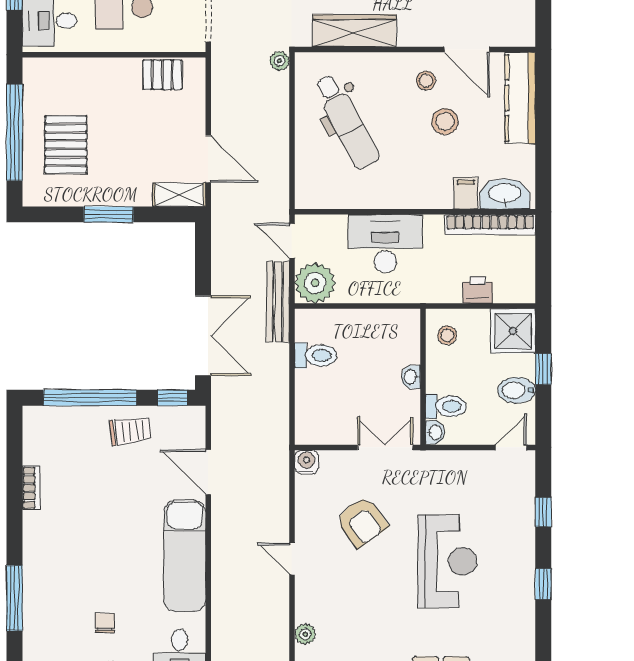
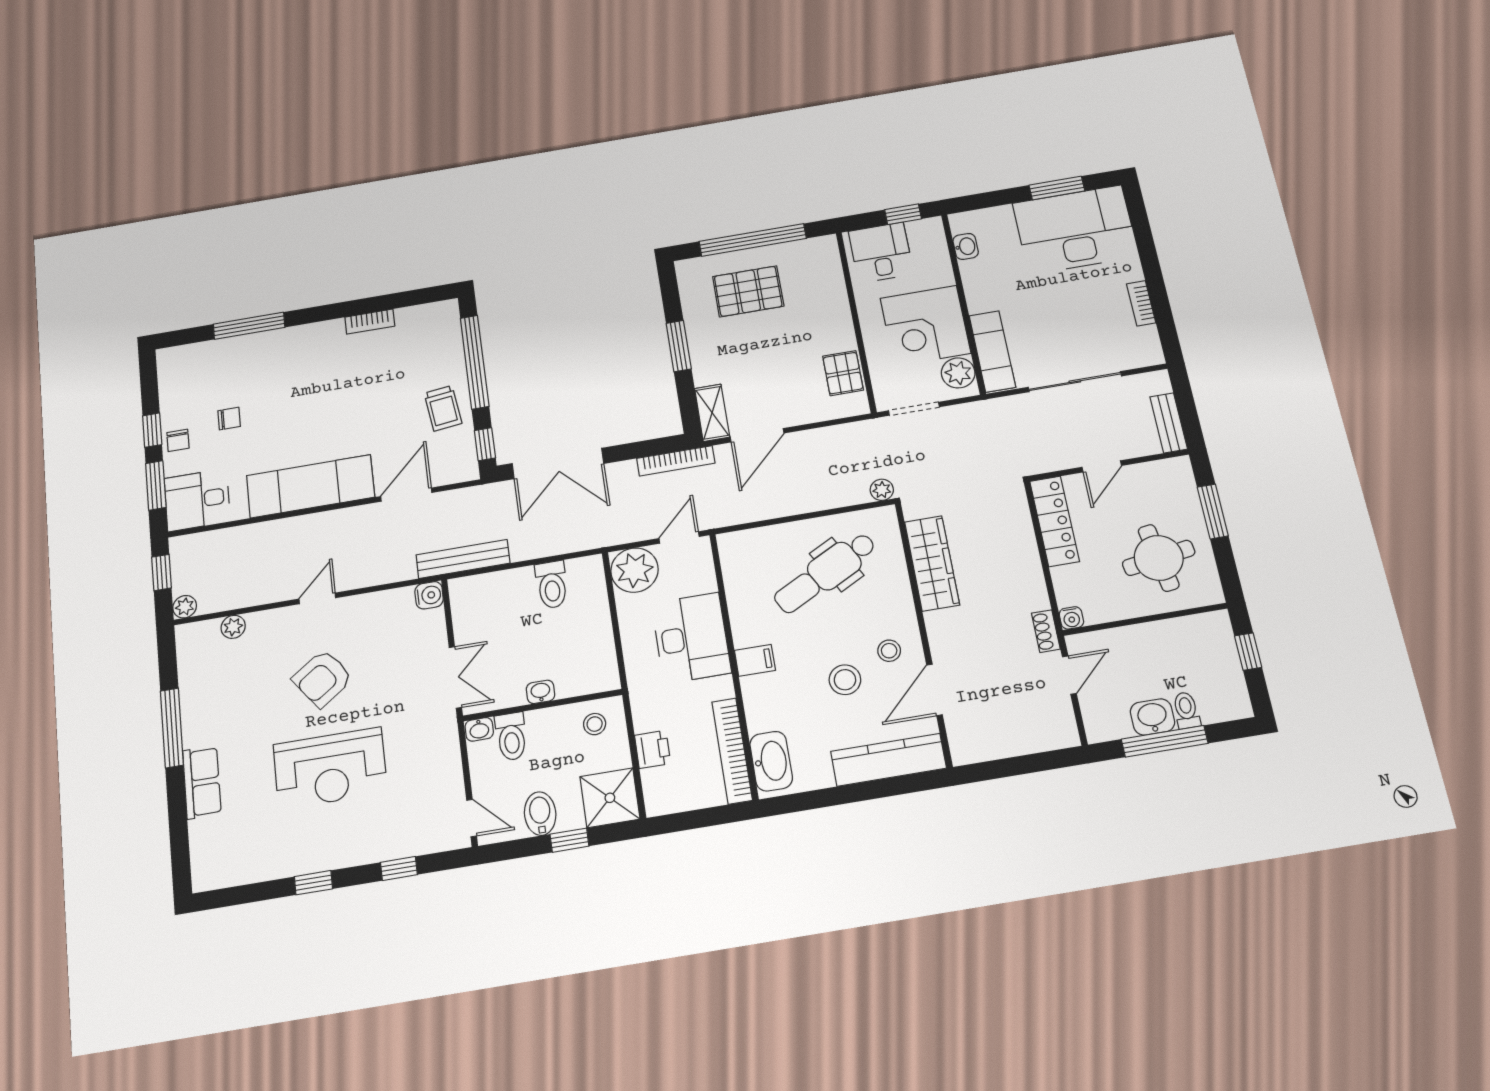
filing cabinet: (466, 193) -> (755, 660), moved
bookcase: (219, 233) -> (676, 461), added
bench: (278, 302) -> (463, 559), moved
armchair: (362, 522) -> (323, 678), moved

